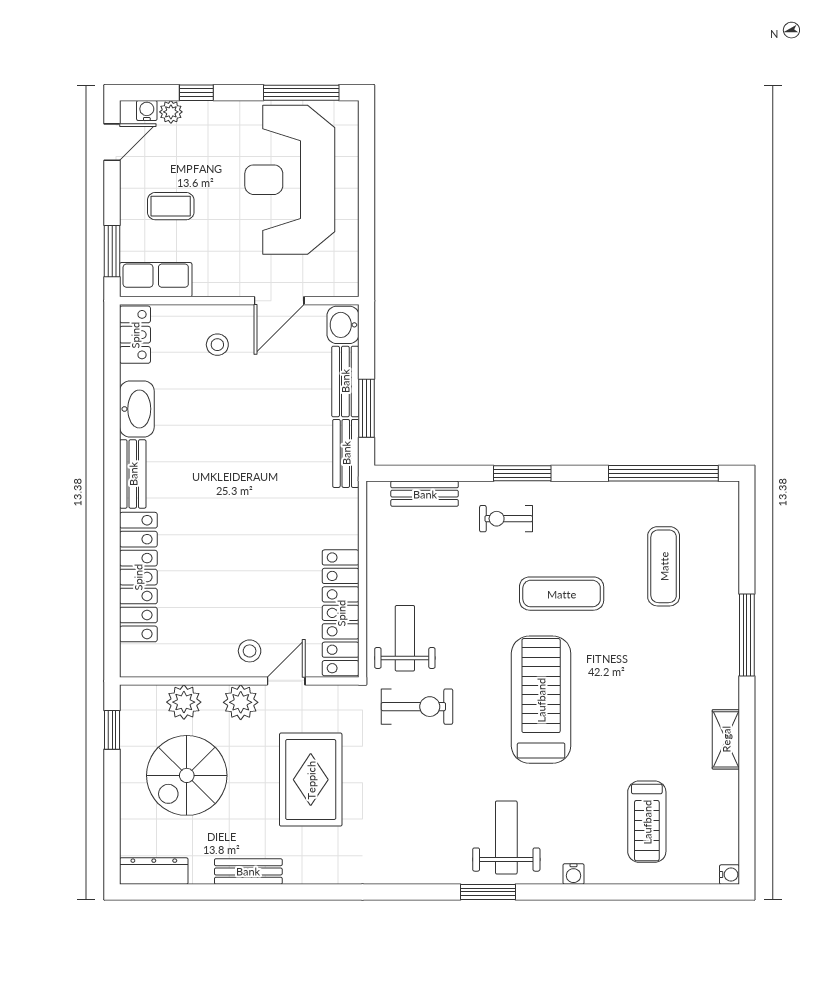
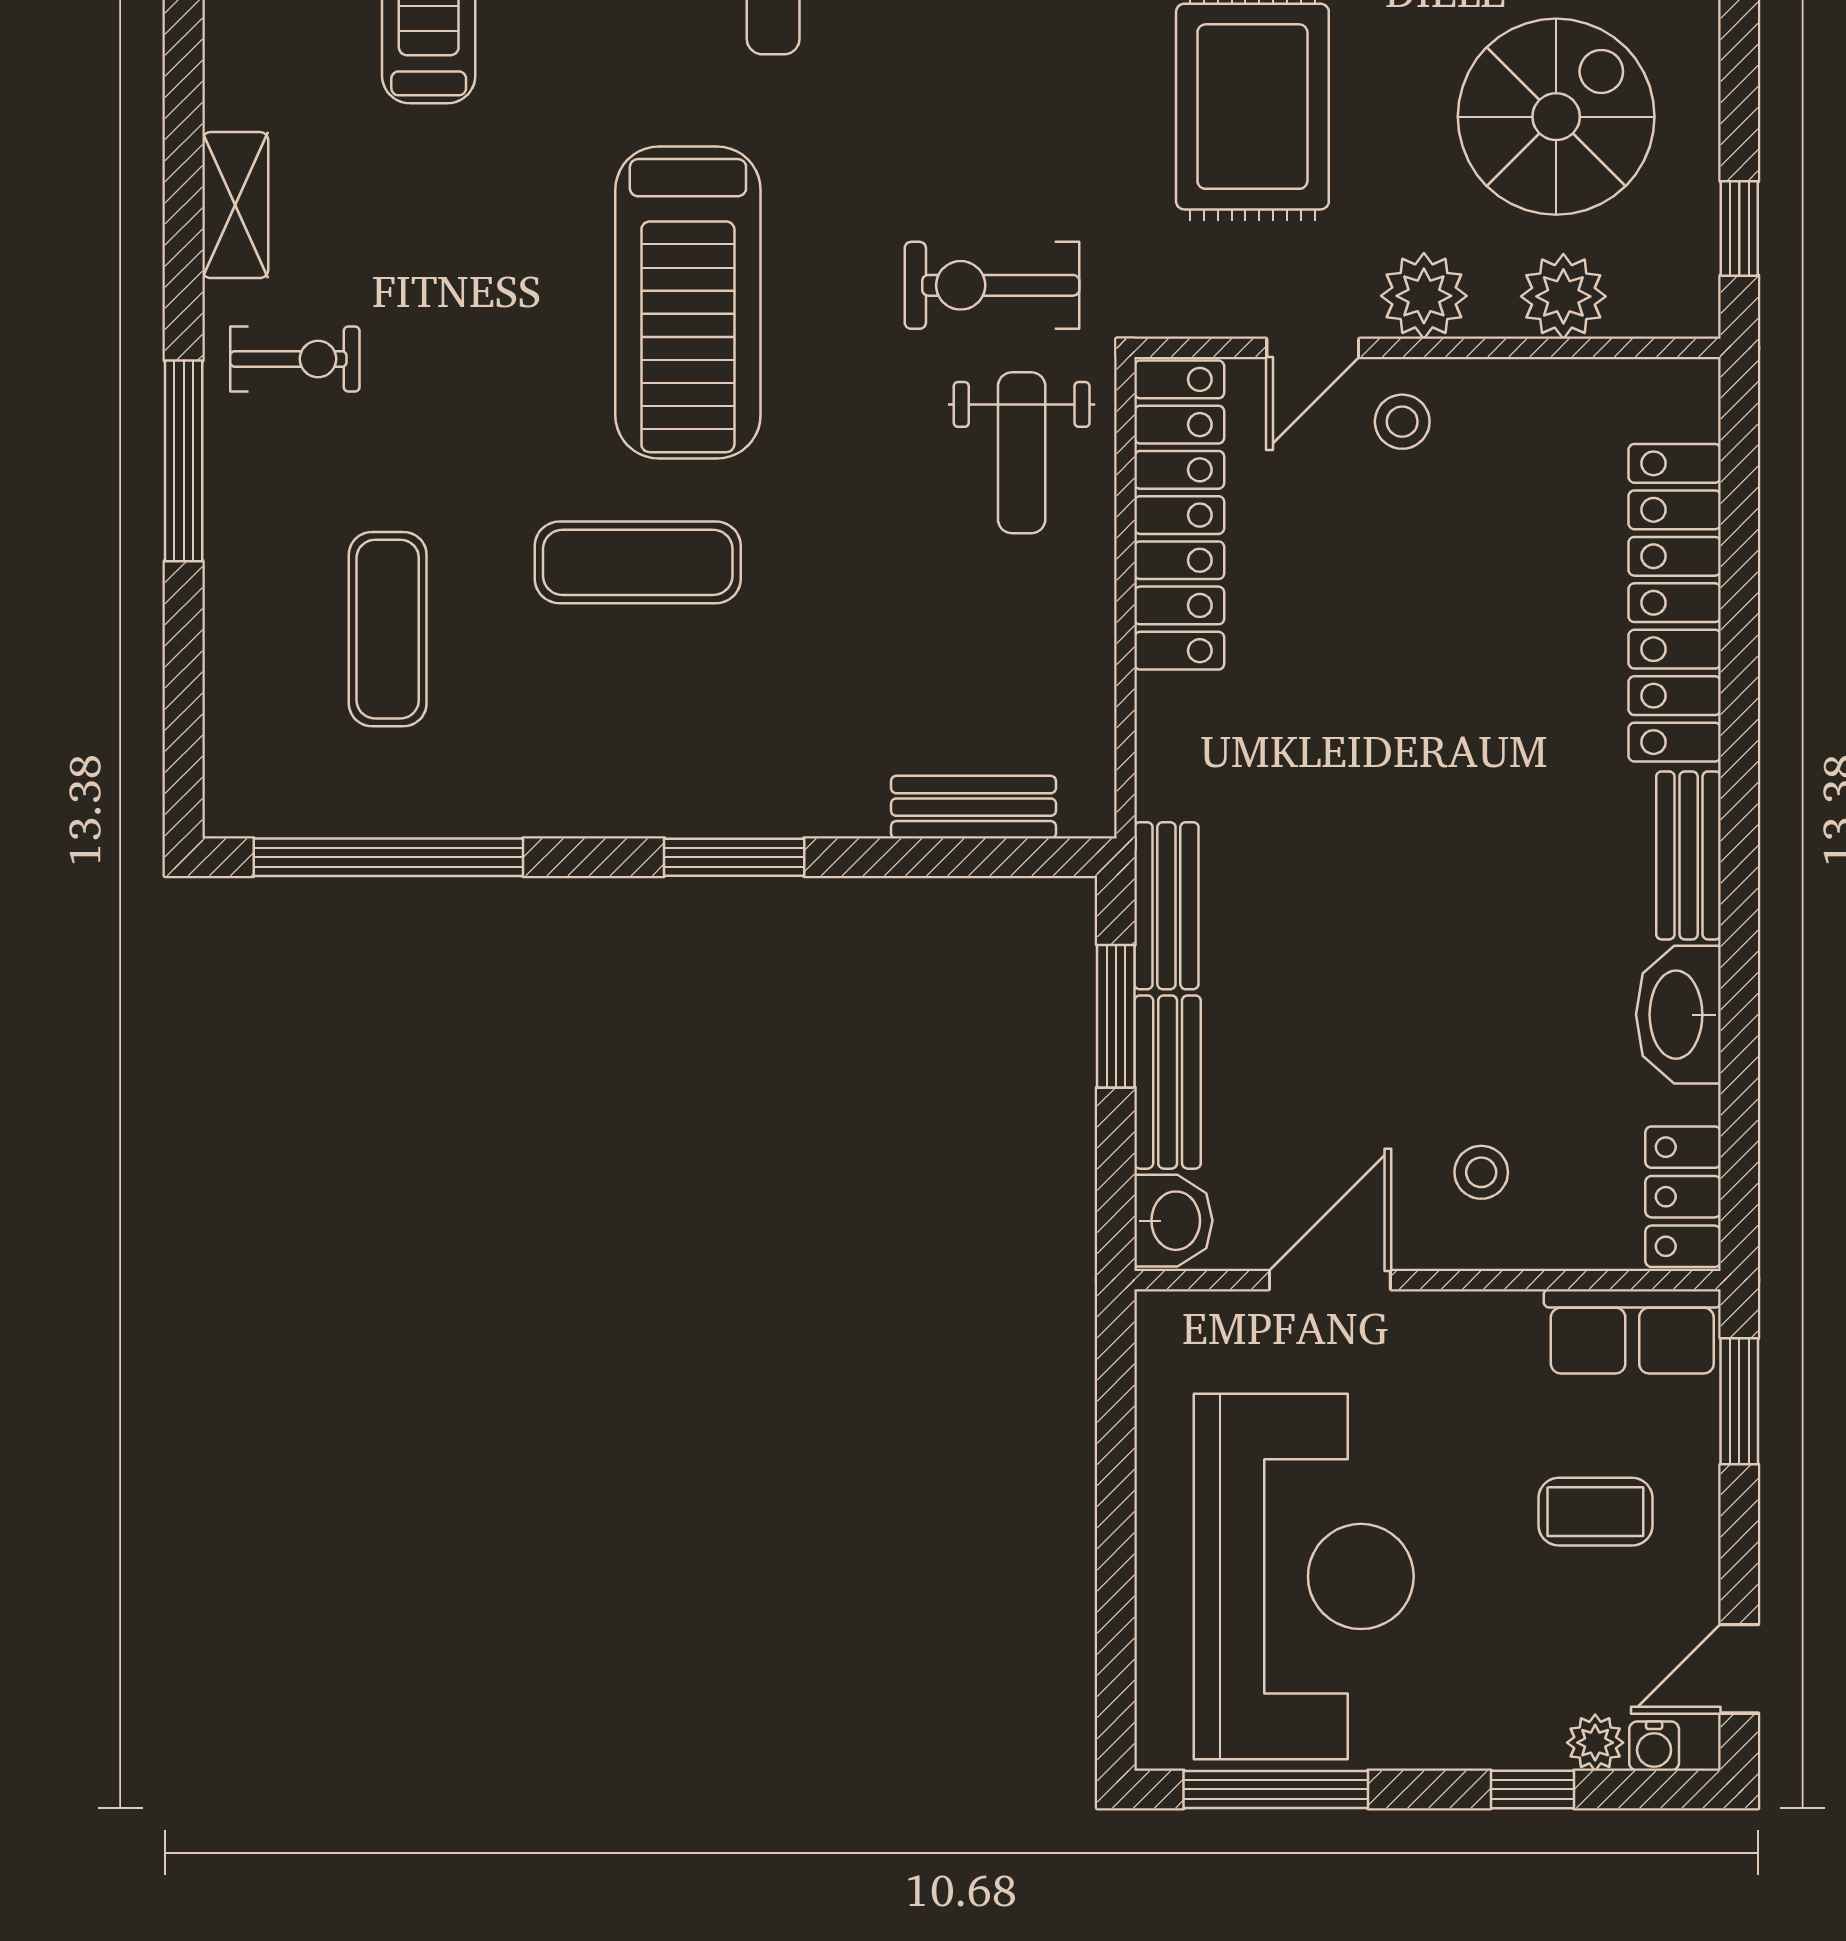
exercise bike: (506, 519) -> (295, 359), moved

